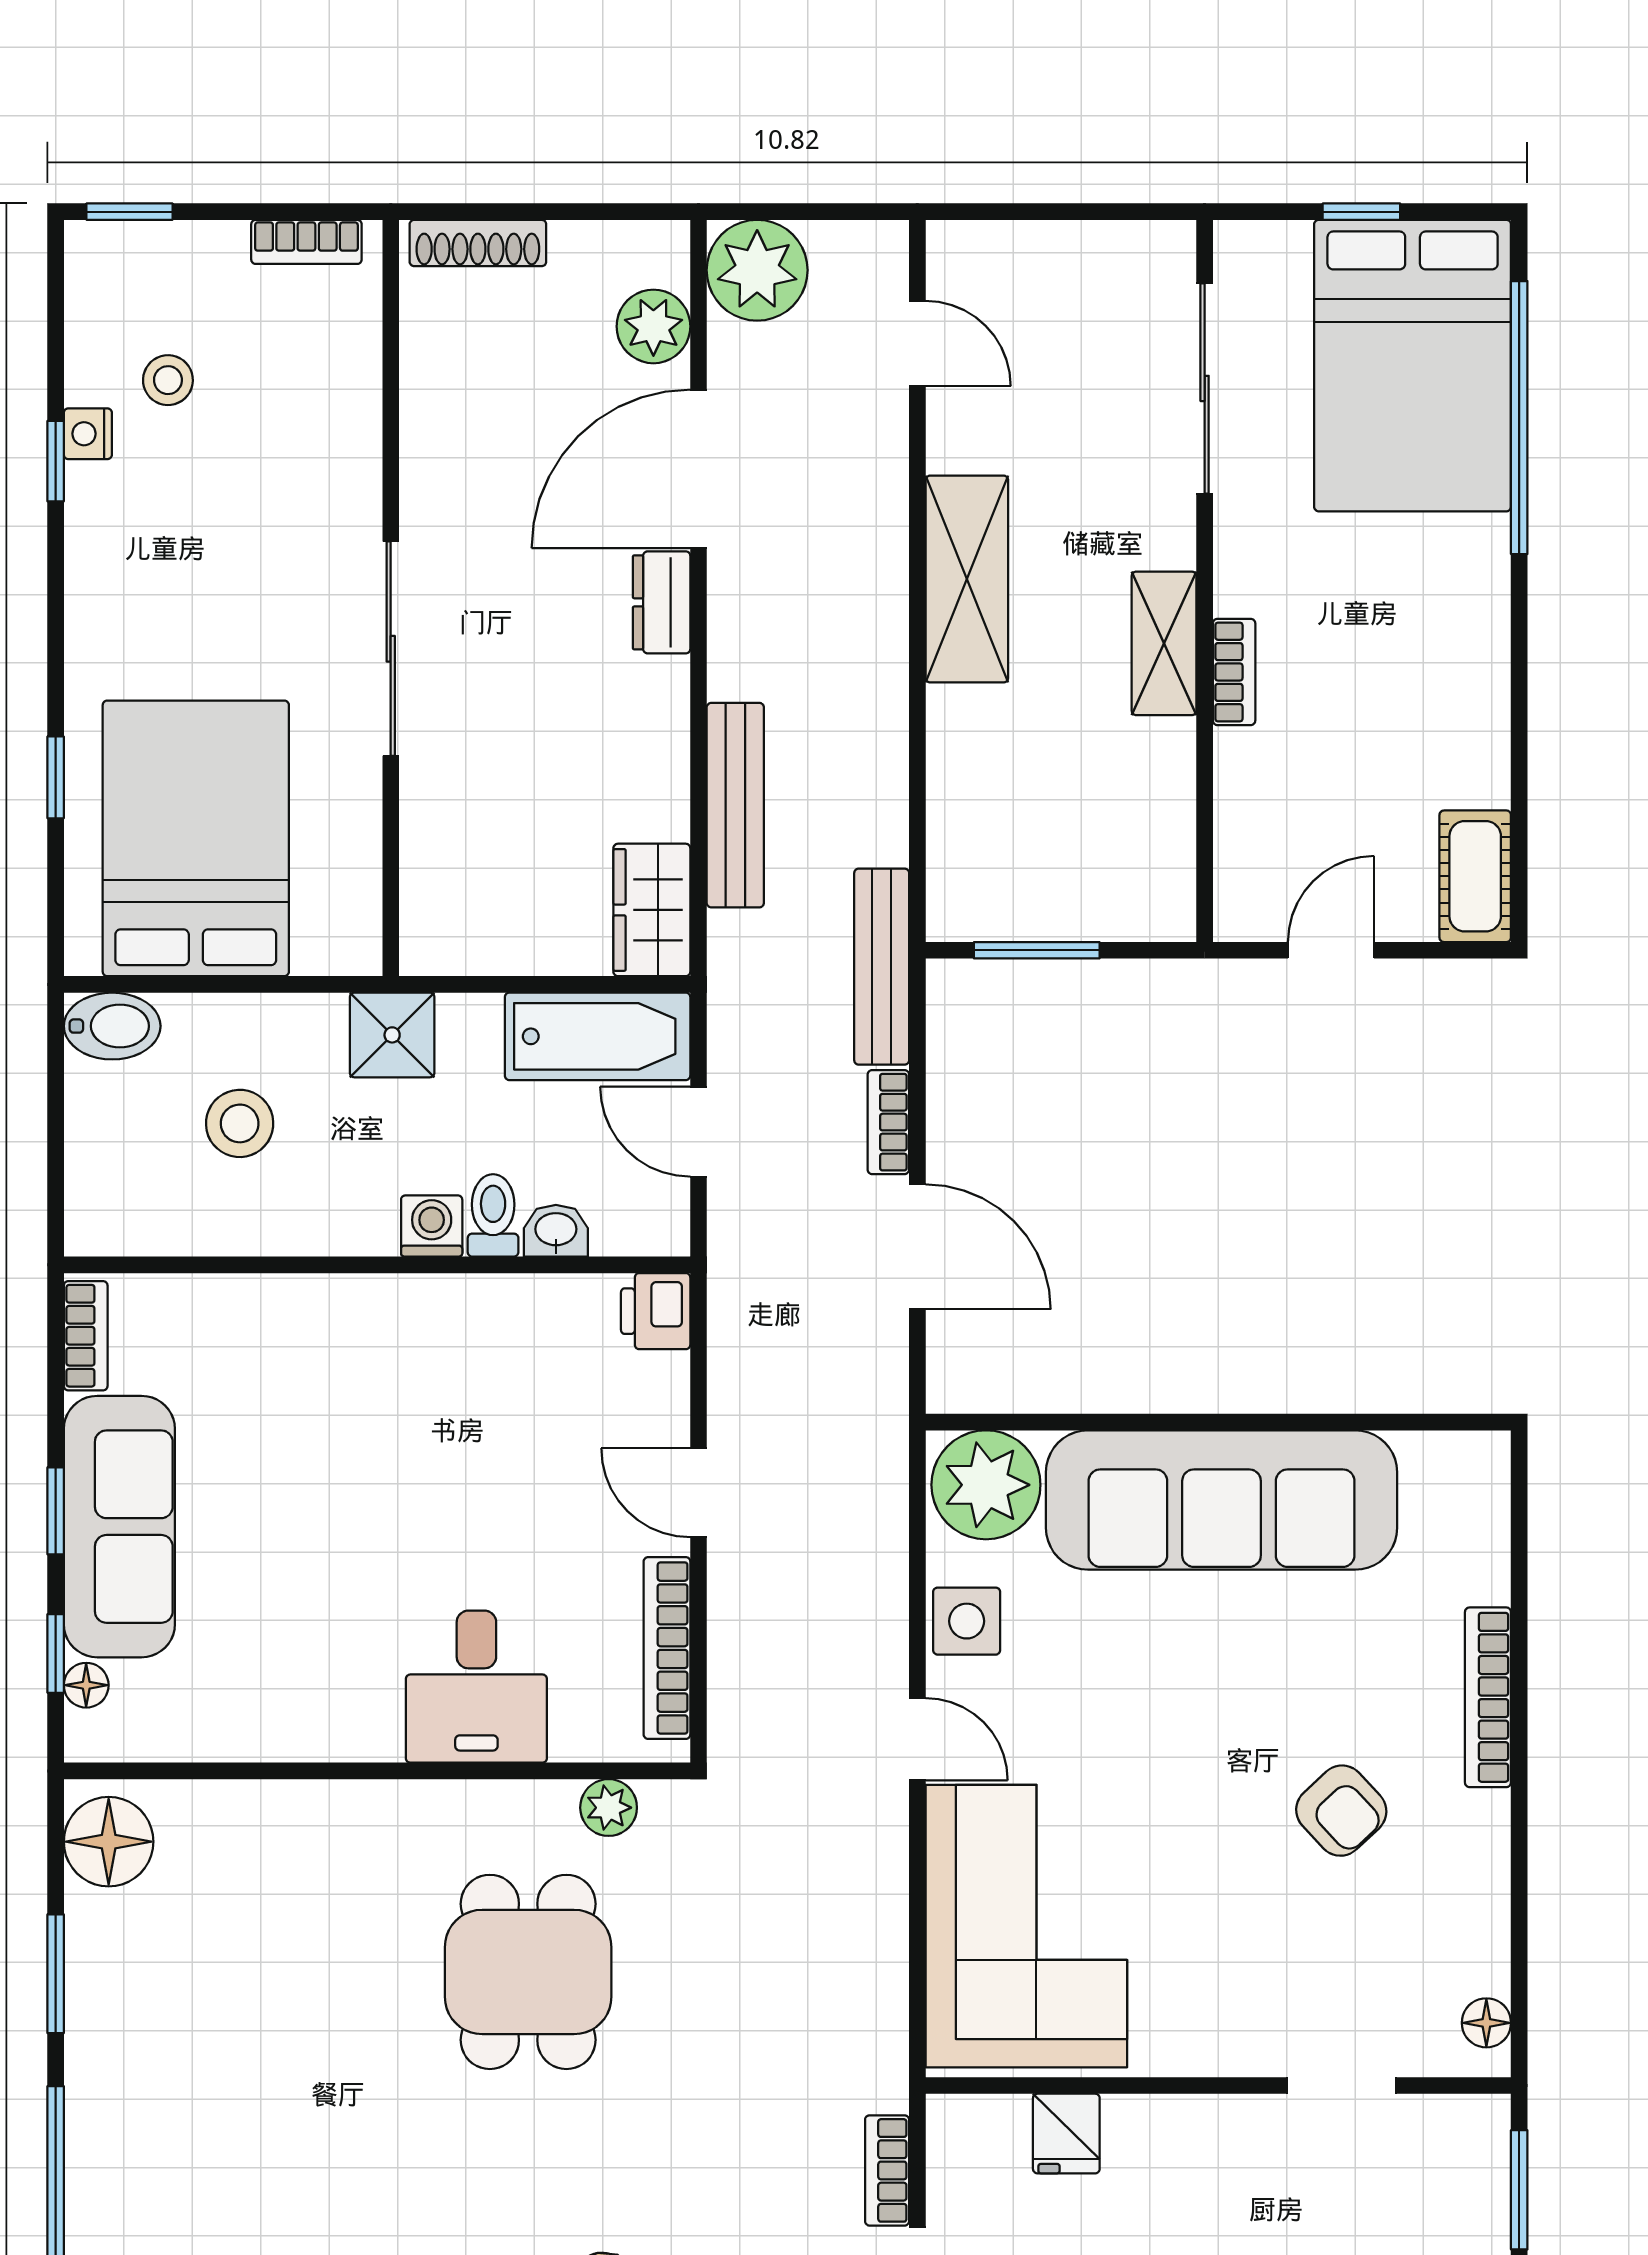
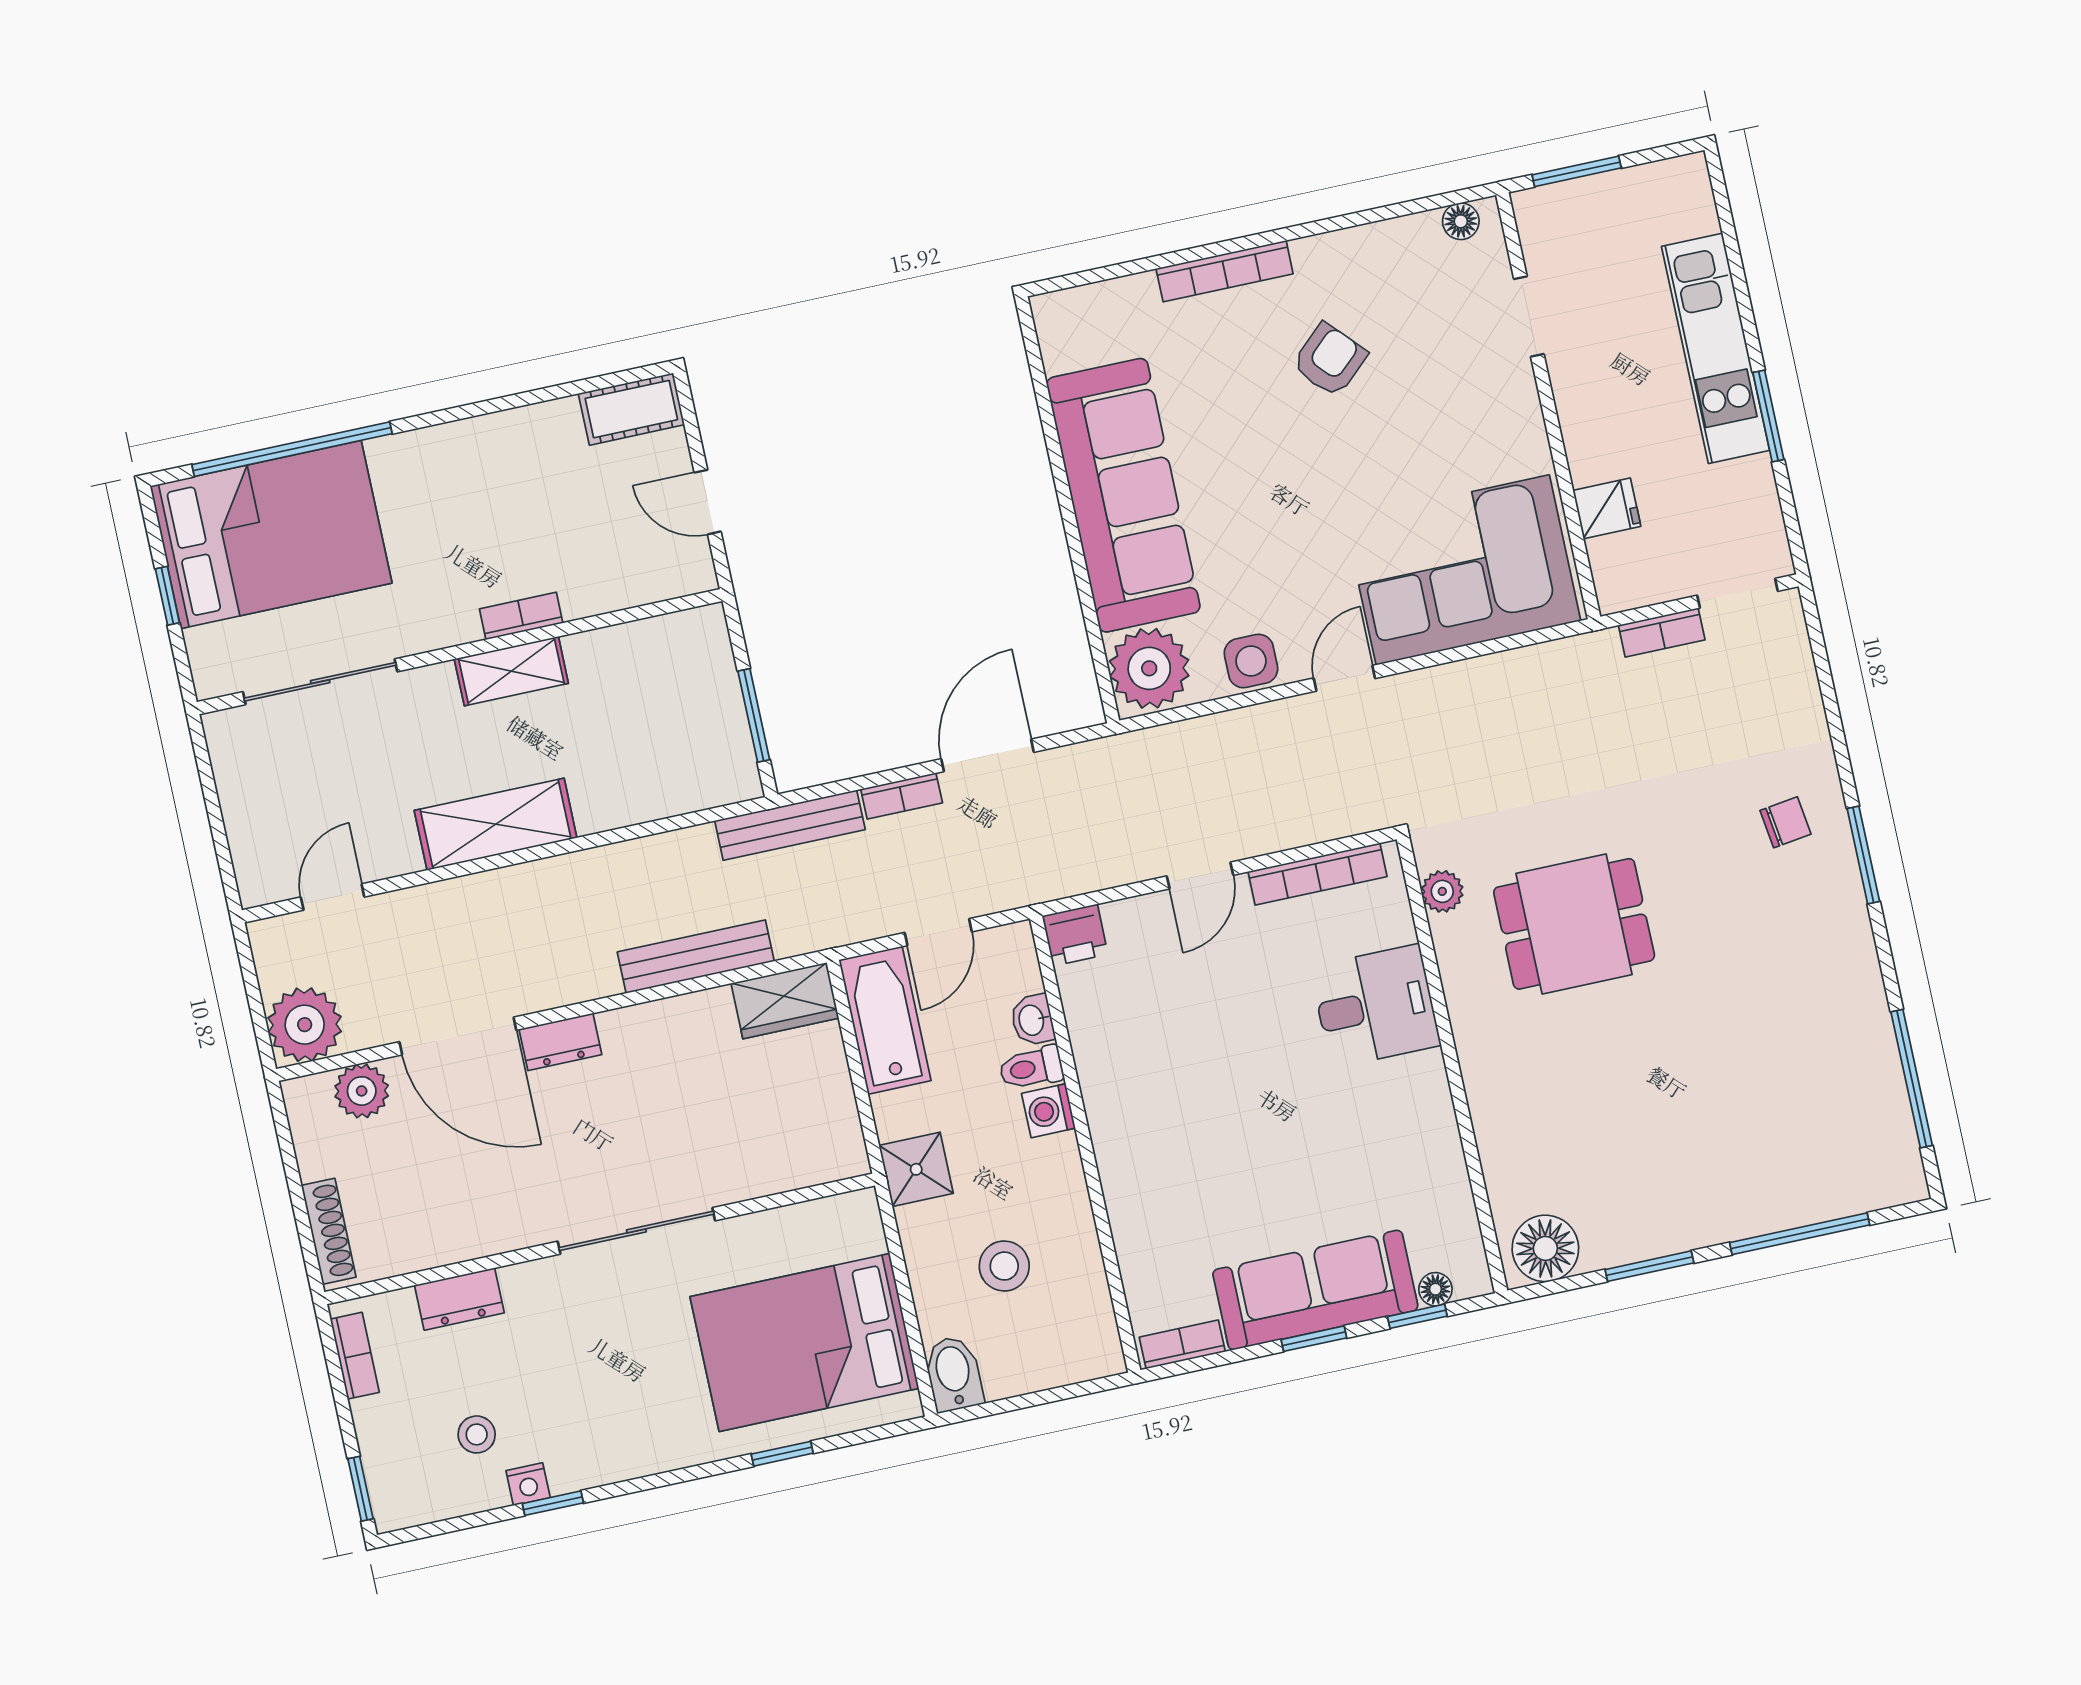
dresser: (351, 396) -> (459, 1299), added

